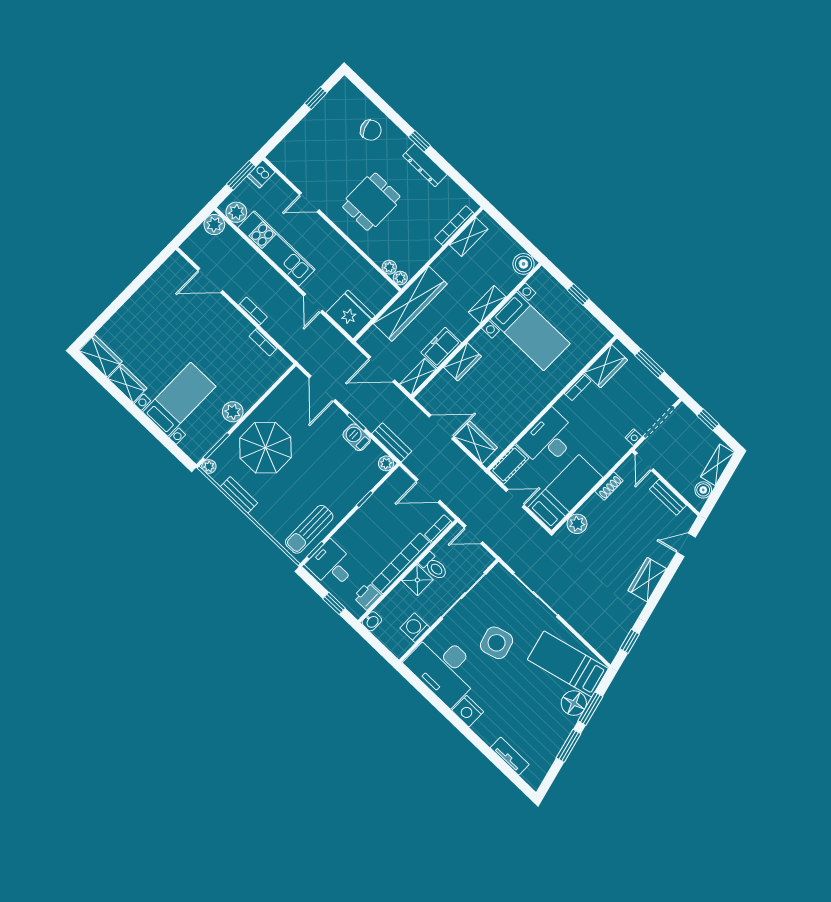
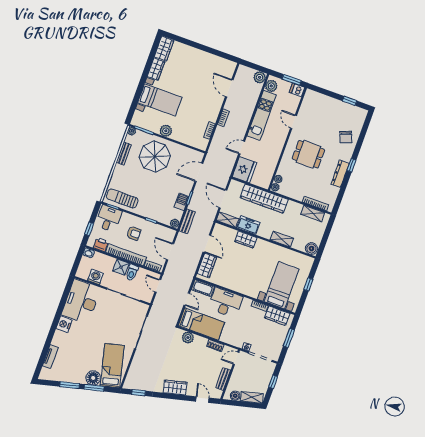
bed with nightstands: (530, 331) -> (281, 285), moved, turned 180
armchair: (373, 536) -> (134, 233), added
side table: (497, 643) -> (107, 323), removed

